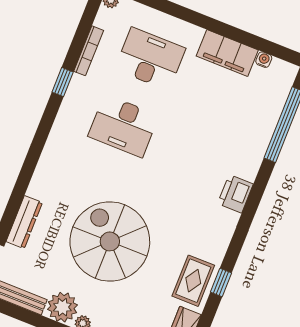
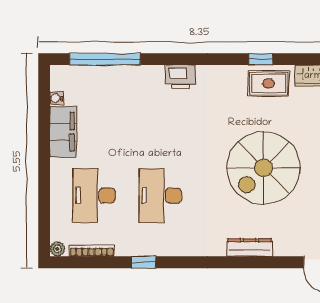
bookcase: (89, 51) -> (92, 251), moved
desk: (123, 126) -> (160, 196), turned 180
dresser: (24, 222) -> (250, 247), moved

